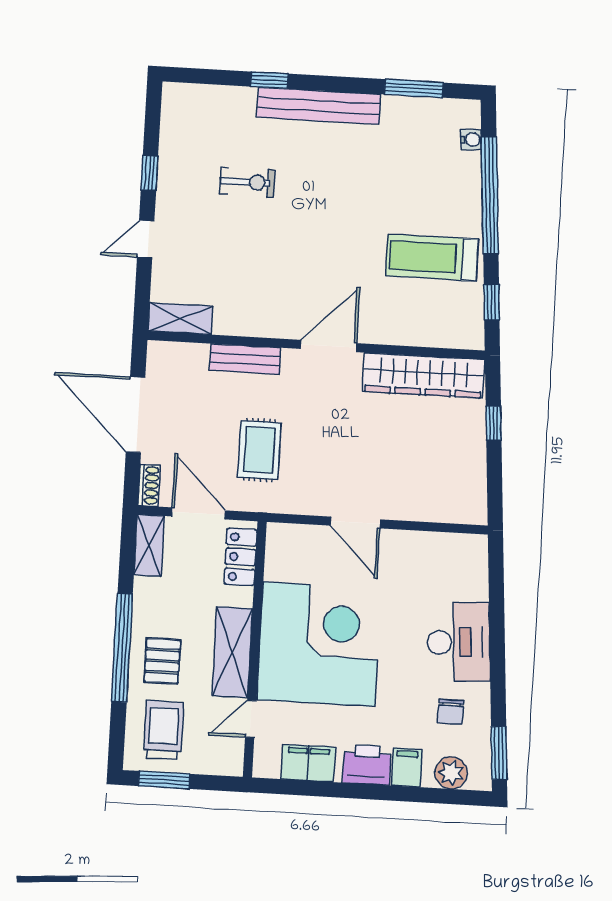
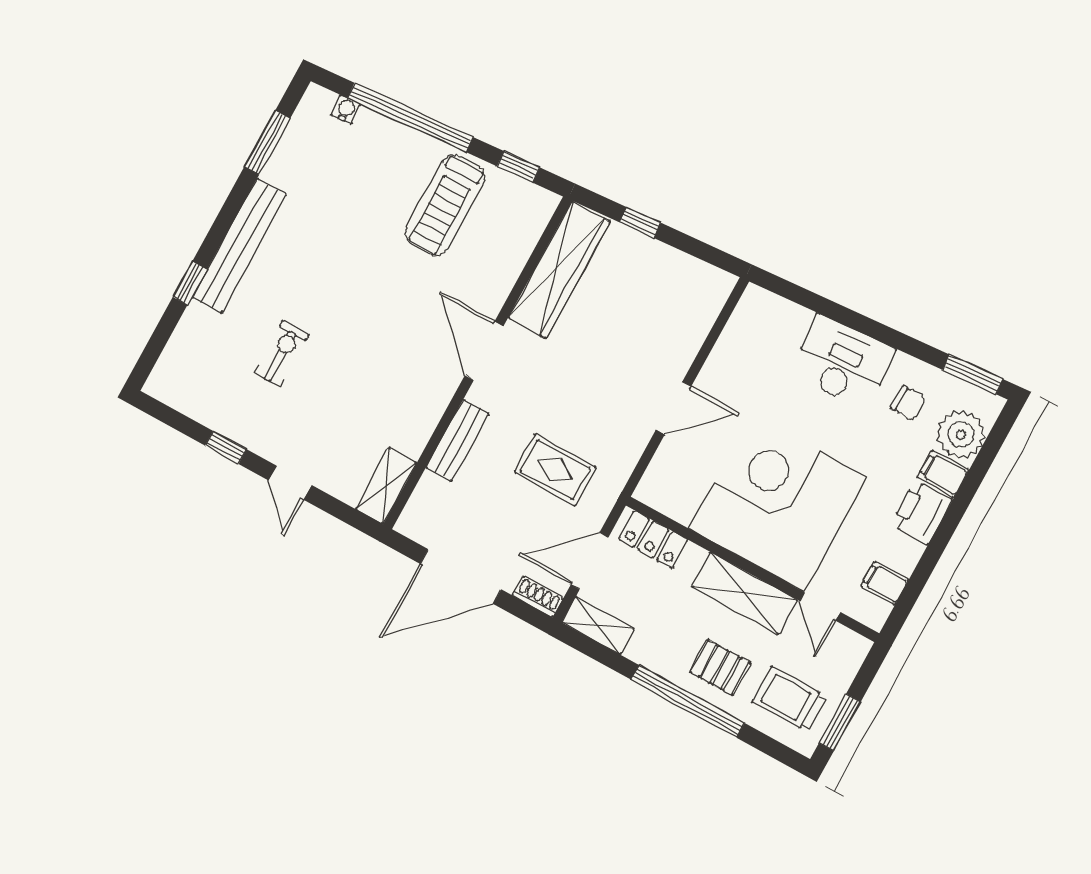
filing cabinet: (308, 763) -> (885, 583), width x0.50
plant: (451, 773) -> (961, 434), width x1.36, depth x1.36

